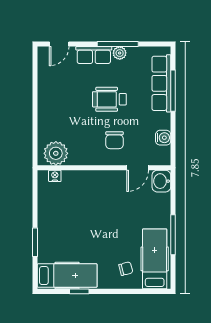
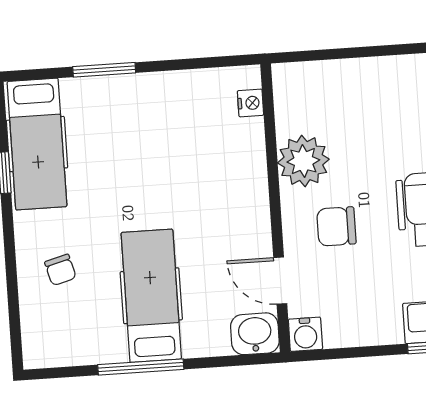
water cooler: (163, 138) -> (305, 334), moved
plant: (56, 153) -> (303, 161), moved
hospital bed: (155, 259) -> (151, 296), moved, turned -90

